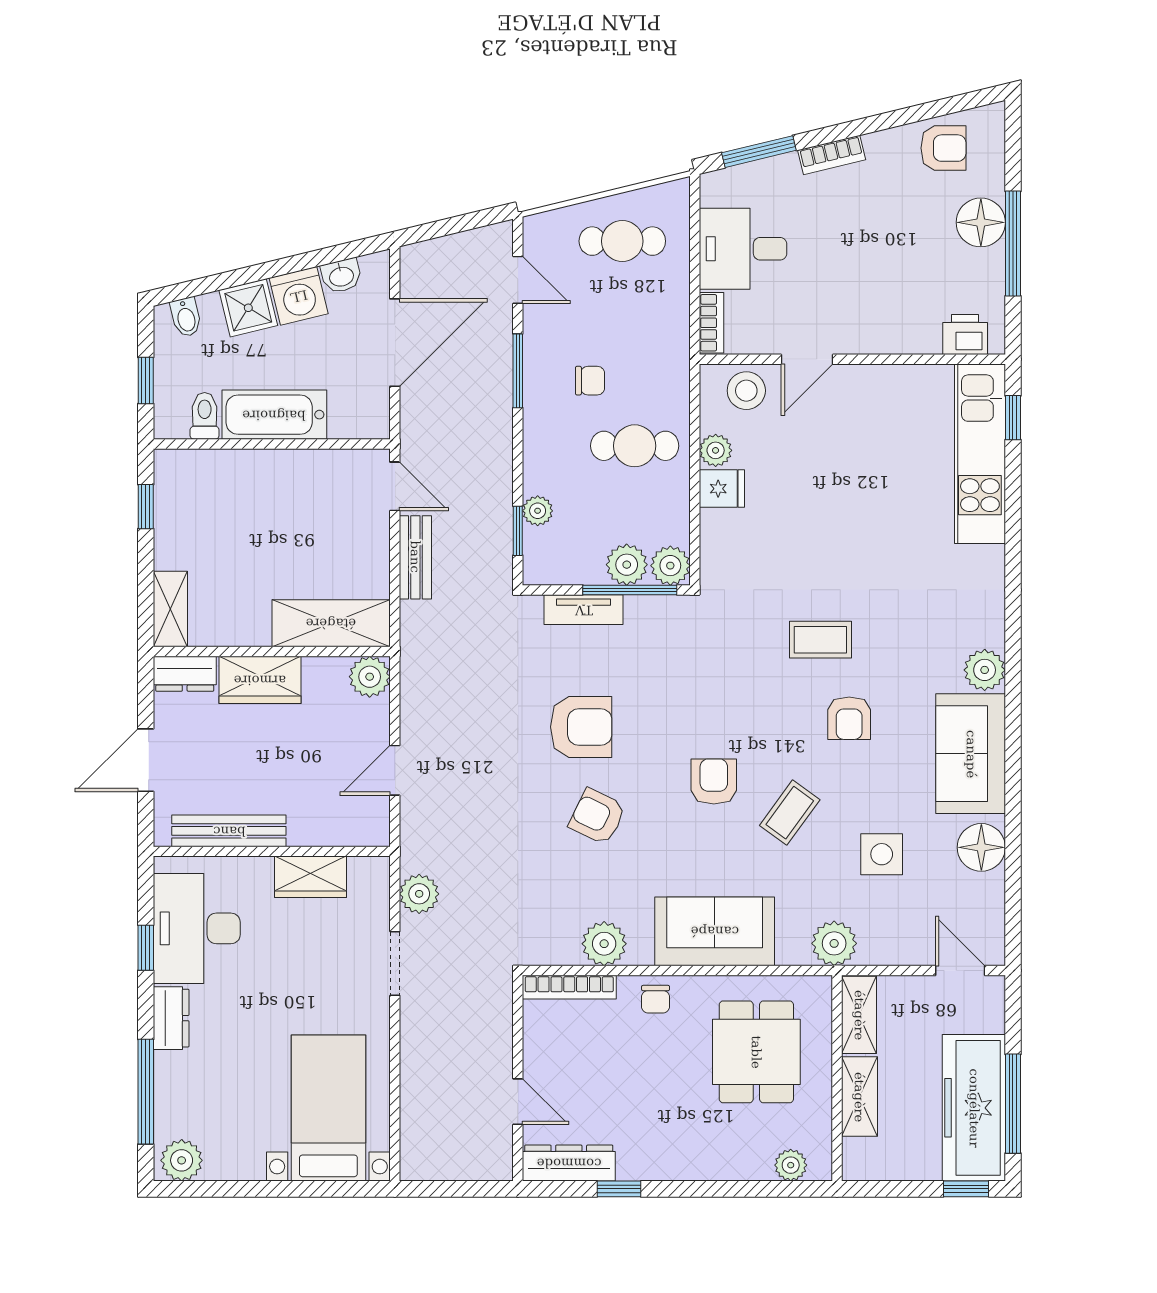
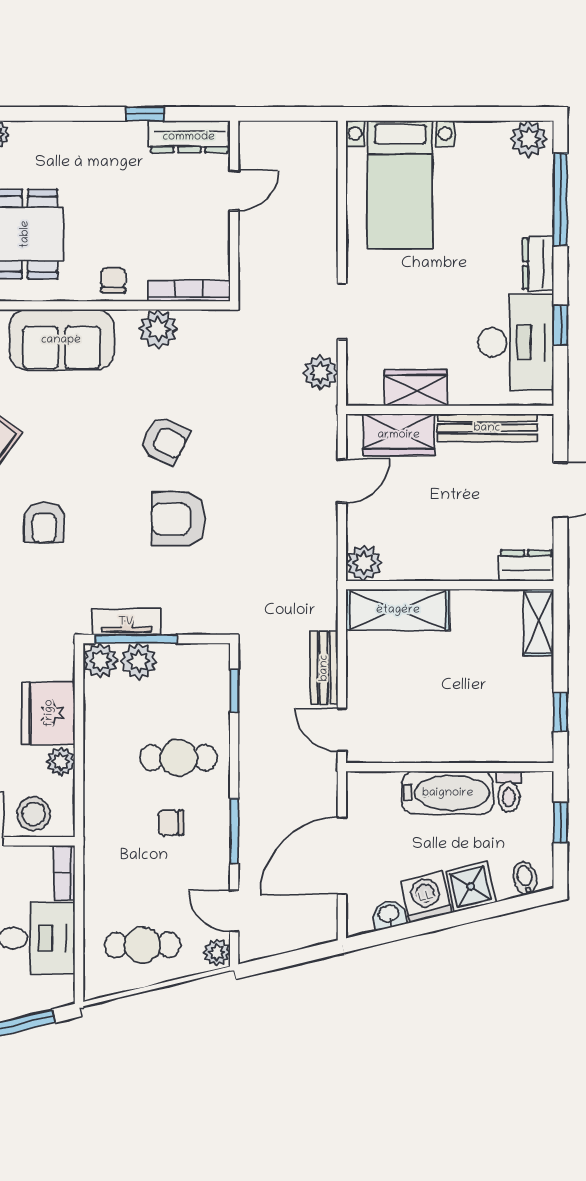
cafe table: (635, 446) -> (179, 758), moved
fridge: (722, 489) -> (49, 713), width x1.88, depth x1.34
plant: (538, 511) -> (217, 952), moved
tv unit: (584, 610) -> (126, 622), moved
wardrobe: (260, 680) -> (399, 435), moved, turned 180
armchair: (714, 781) -> (44, 522), moved
door: (518, 1102) -> (234, 190), swing flipped

